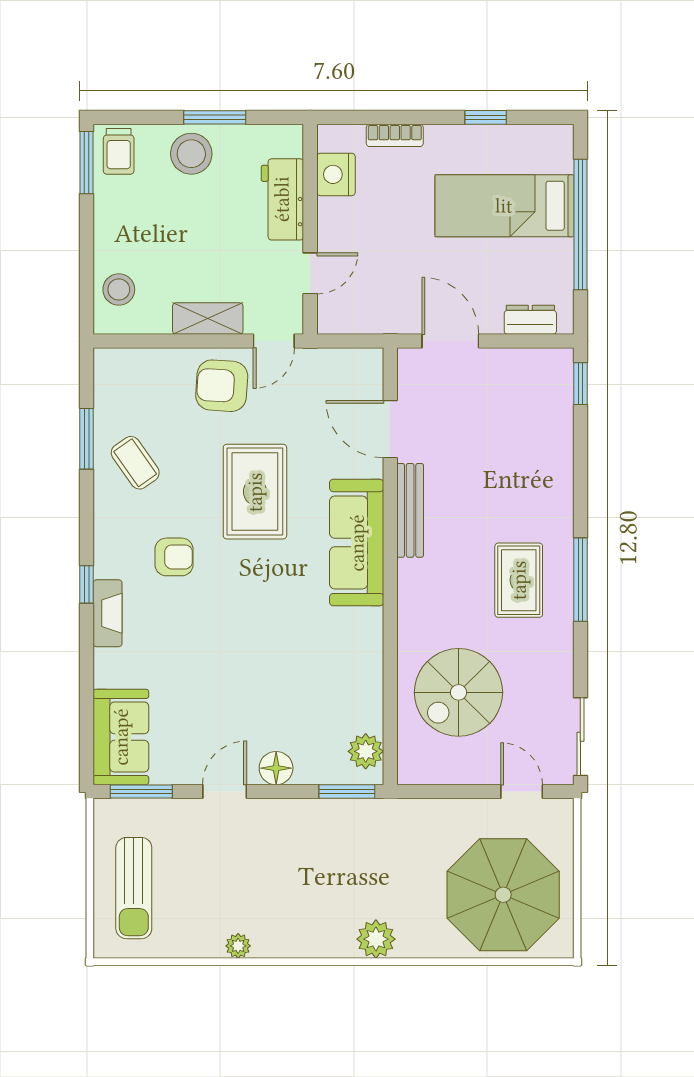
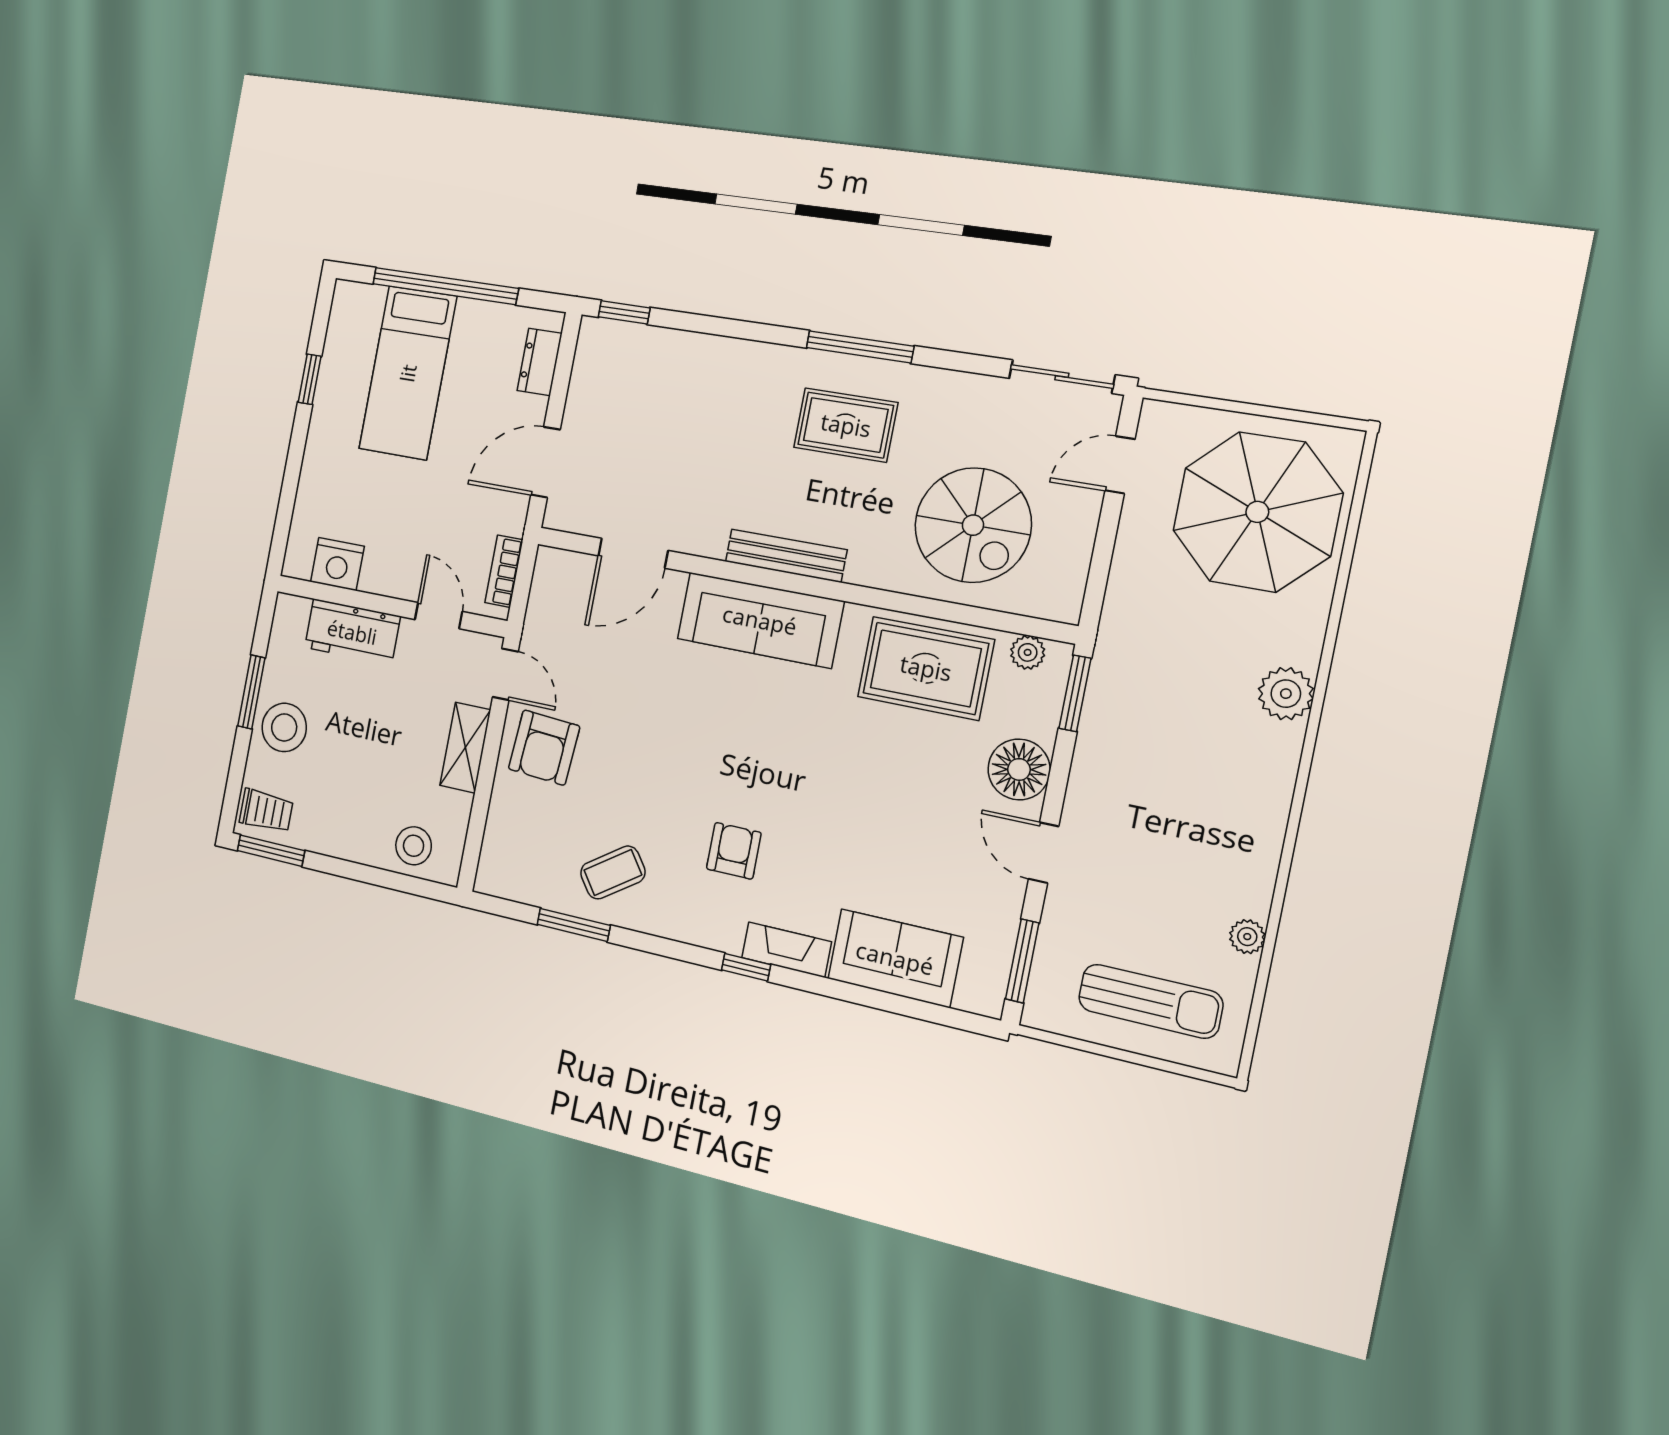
bookcase: (395, 135) -> (504, 571), moved, turned 180
rug: (255, 492) -> (926, 668), moved
bench: (410, 510) -> (786, 556), moved
sofa: (121, 737) -> (895, 958), moved
plant: (366, 751) -> (1028, 652), width x0.73, depth x0.73
floor lamp: (276, 768) -> (1019, 769), width x1.38, depth x1.38
plant: (238, 946) -> (1247, 937), moved

